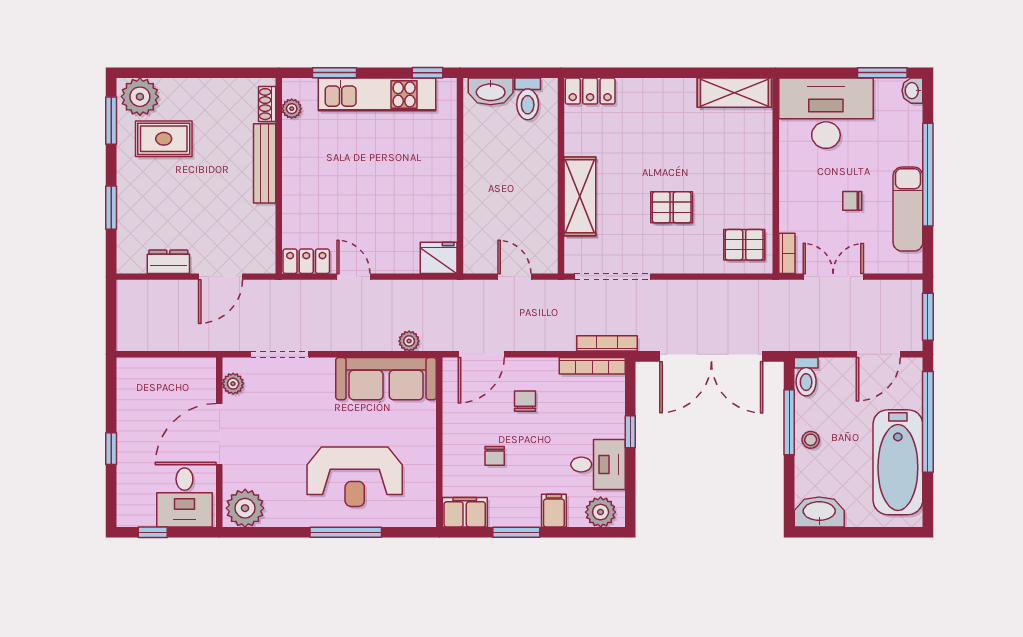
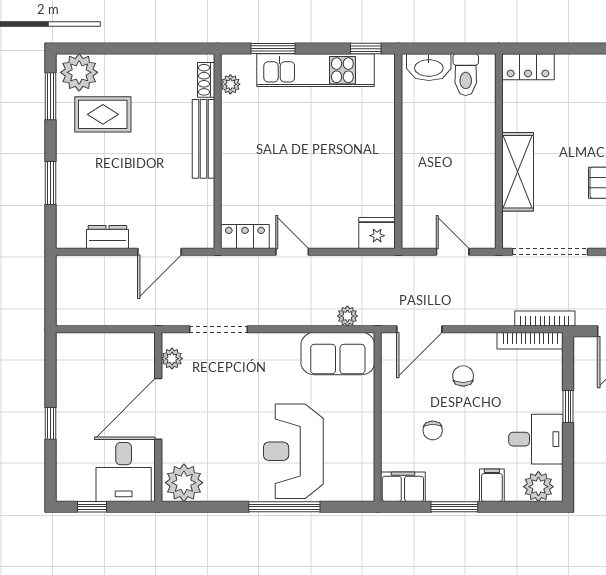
sofa: (386, 379) -> (338, 354), width x0.73
reception desk: (355, 477) -> (293, 451), turned 90

